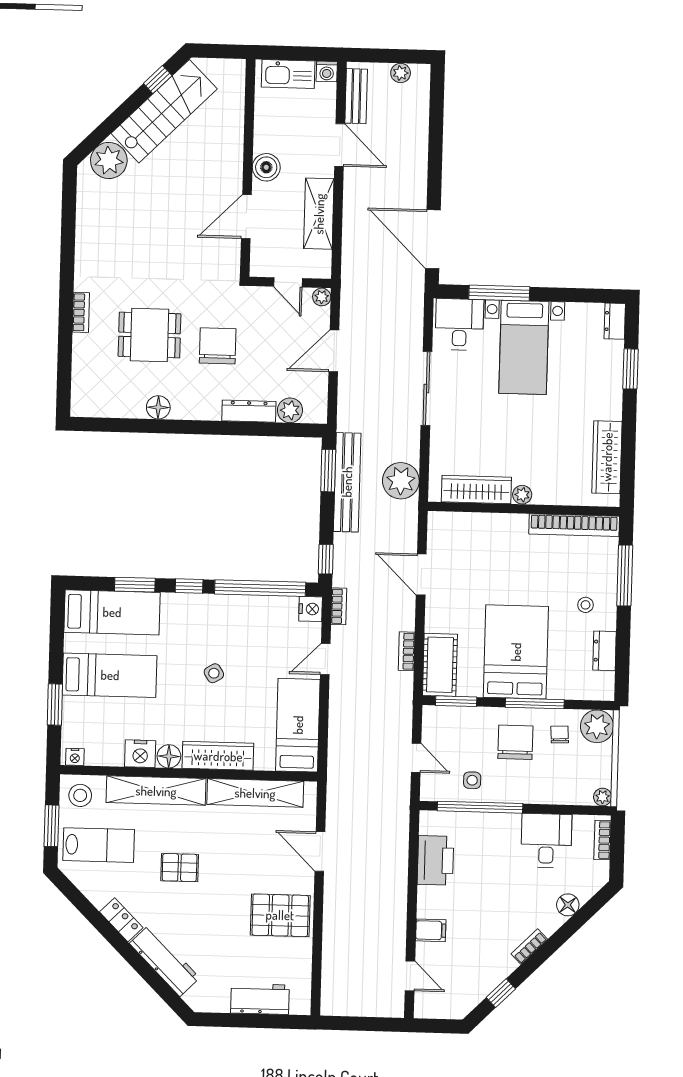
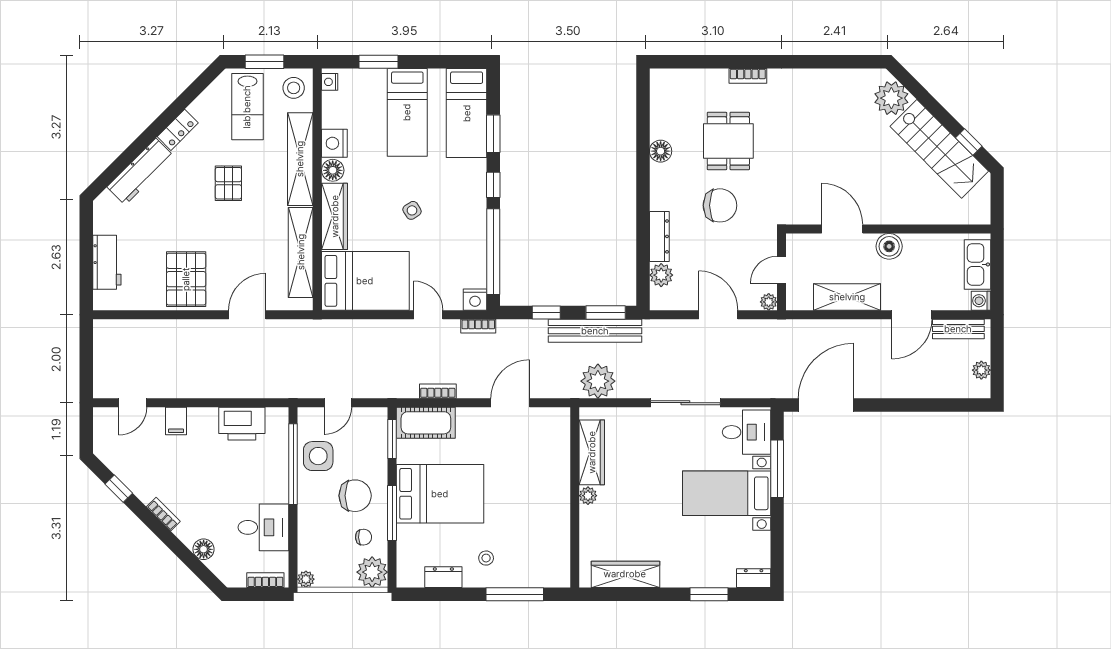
bookcase: (574, 525) -> (561, 545), removed
window: (326, 559) -> (546, 313), moved
bed: (298, 725) -> (365, 281), width x1.50
side table: (472, 780) -> (318, 456), width x1.87, depth x1.87

